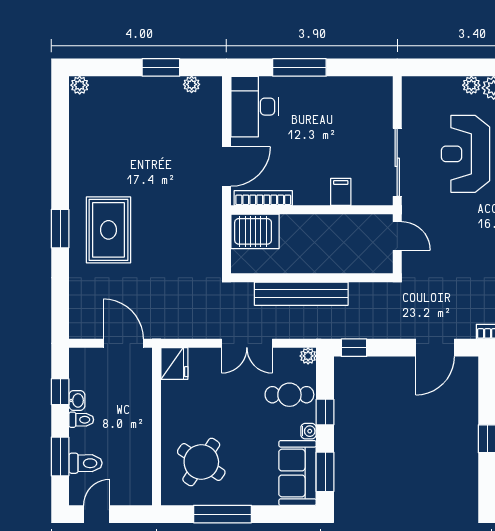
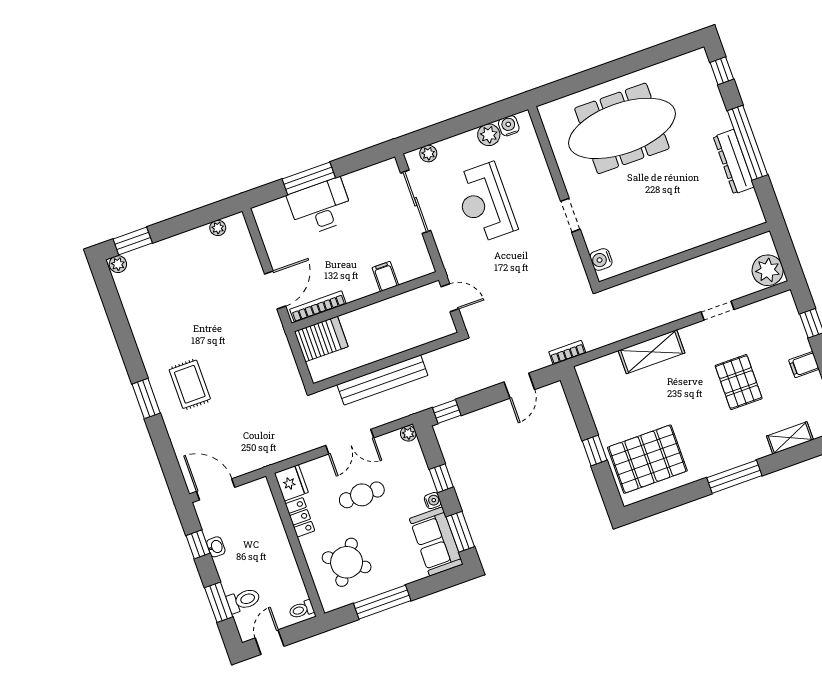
window: (161, 67) -> (133, 241), moved
plant: (471, 85) -> (428, 154), moved
desk: (255, 107) -> (320, 207), moved, turned 90
sliding door: (397, 162) -> (416, 202), moved
rug: (108, 230) -> (190, 384), width x0.73, depth x0.70
door: (123, 343) -> (216, 489), moved
door: (435, 348) -> (519, 386), width x0.73
cafe table: (289, 395) -> (362, 495), moved
locker: (171, 401) -> (300, 517), added
toilet: (81, 420) -> (301, 609), moved, turned 180

